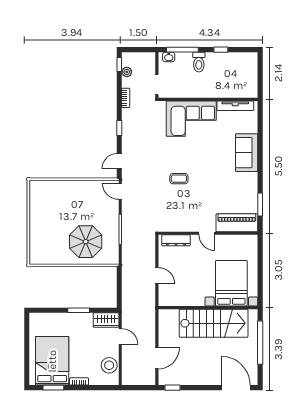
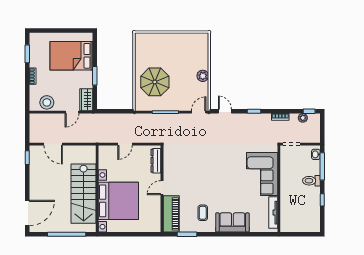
coffee table: (179, 179) -> (203, 213), moved
plant: (79, 187) -> (203, 76), added
bed with nightstands: (231, 283) -> (118, 201), width x1.36
bed: (52, 361) -> (71, 56), moved, turned 180

